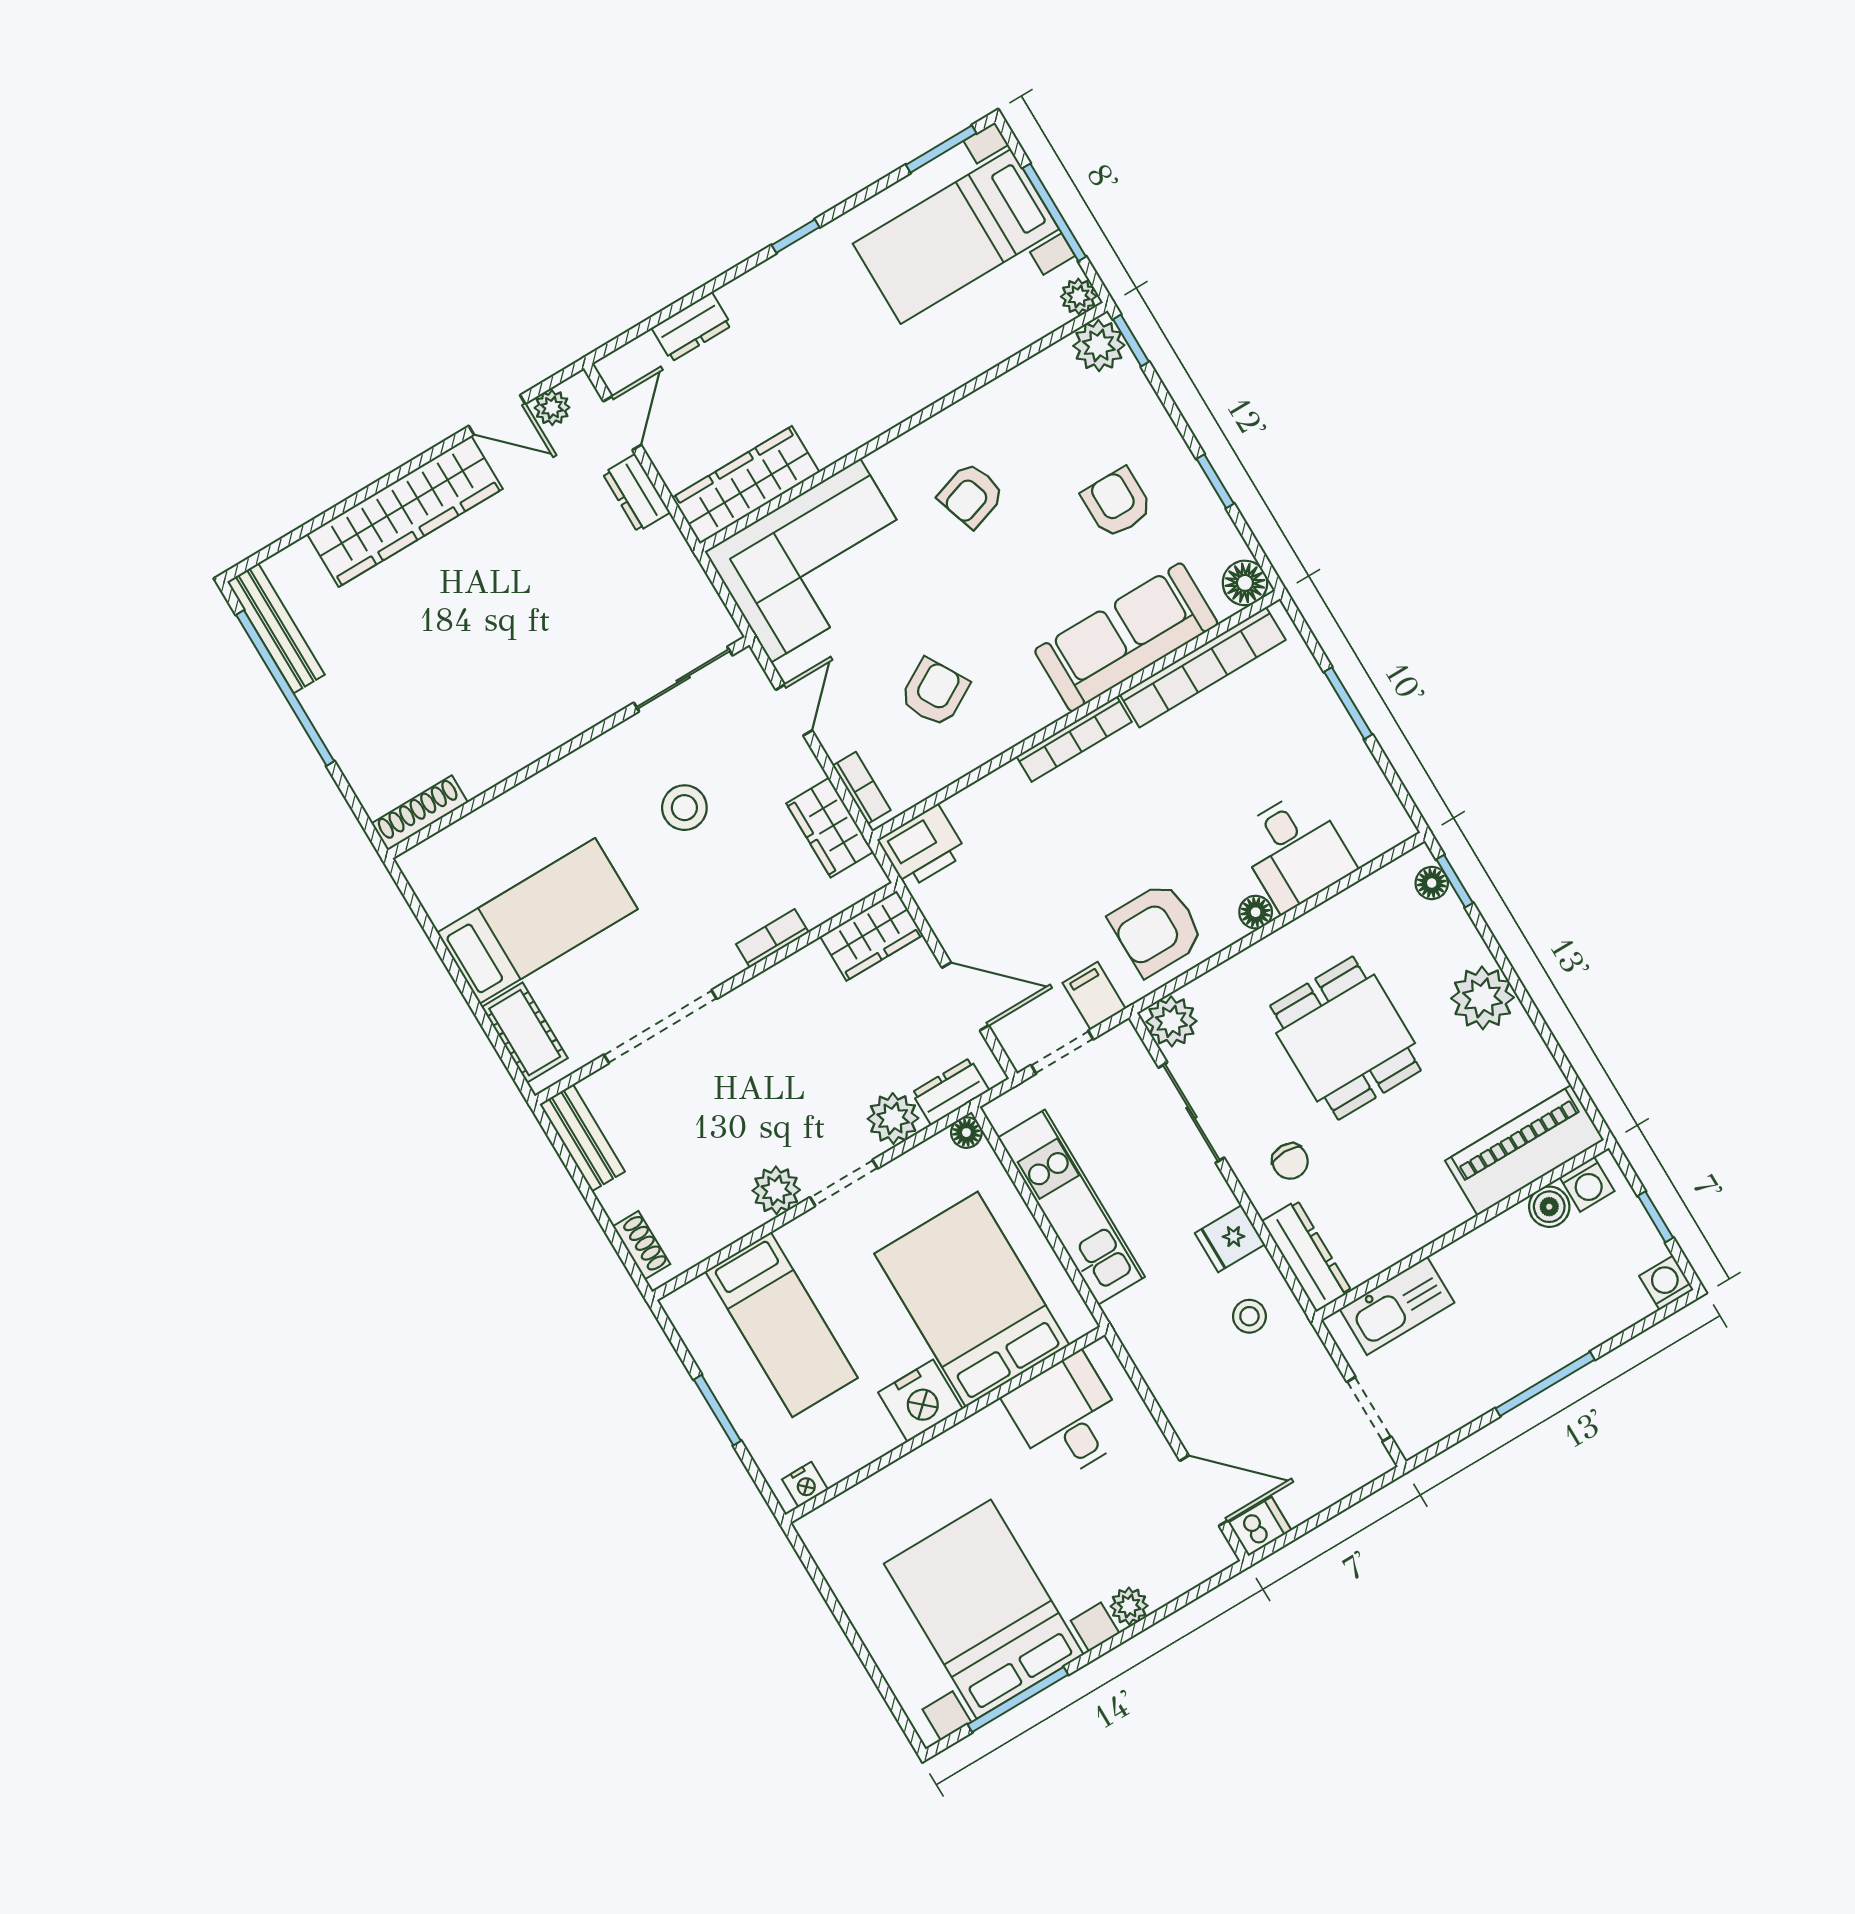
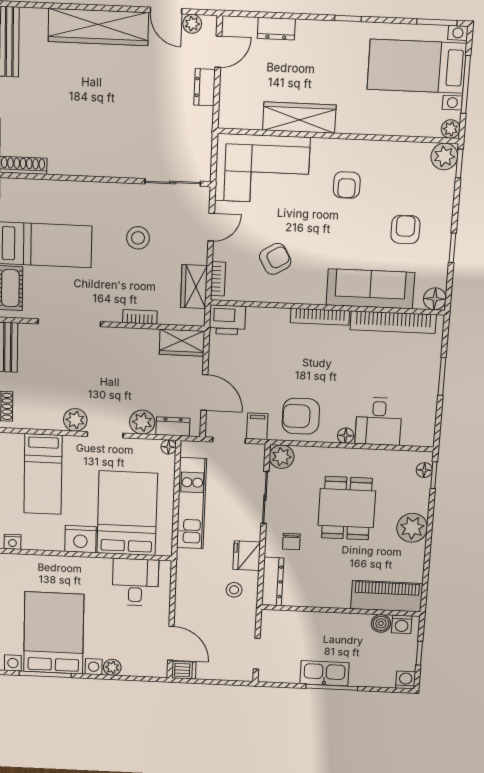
wardrobe: (746, 485) -> (299, 118), moved
armchair: (971, 495) -> (347, 185), turned -72
fridge: (1230, 1239) -> (247, 556), width x1.38
kitchen sink: (1397, 1306) -> (324, 673), moved, turned 180

